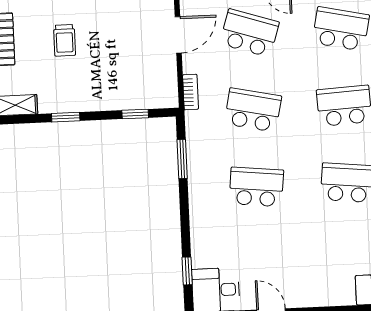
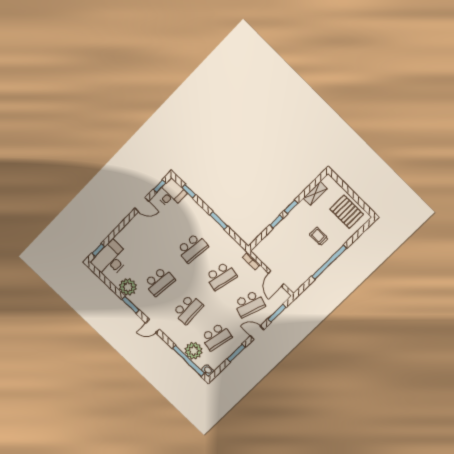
window: (135, 114) -> (276, 222), moved
window: (182, 159) -> (219, 220), moved

